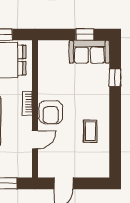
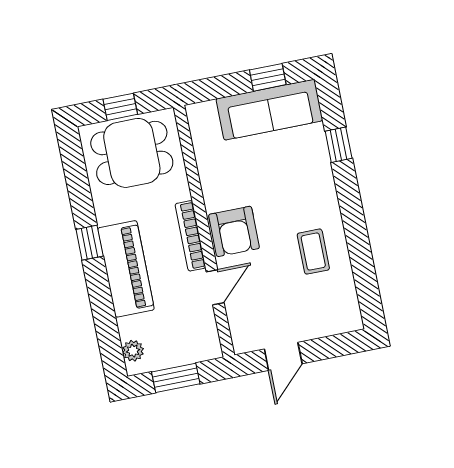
sofa: (89, 52) -> (269, 110), width x1.36
bookcase: (27, 103) -> (190, 236), width x1.56

